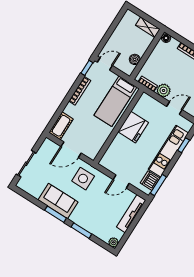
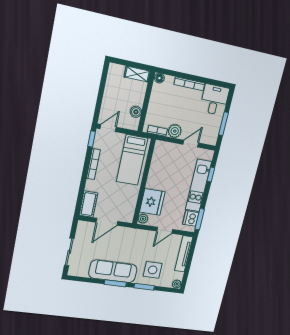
fridge: (133, 127) -> (152, 202), moved
plant: (105, 161) -> (143, 219), added
side table: (83, 179) -> (153, 270), moved
sofa: (58, 201) -> (113, 271), width x1.36

